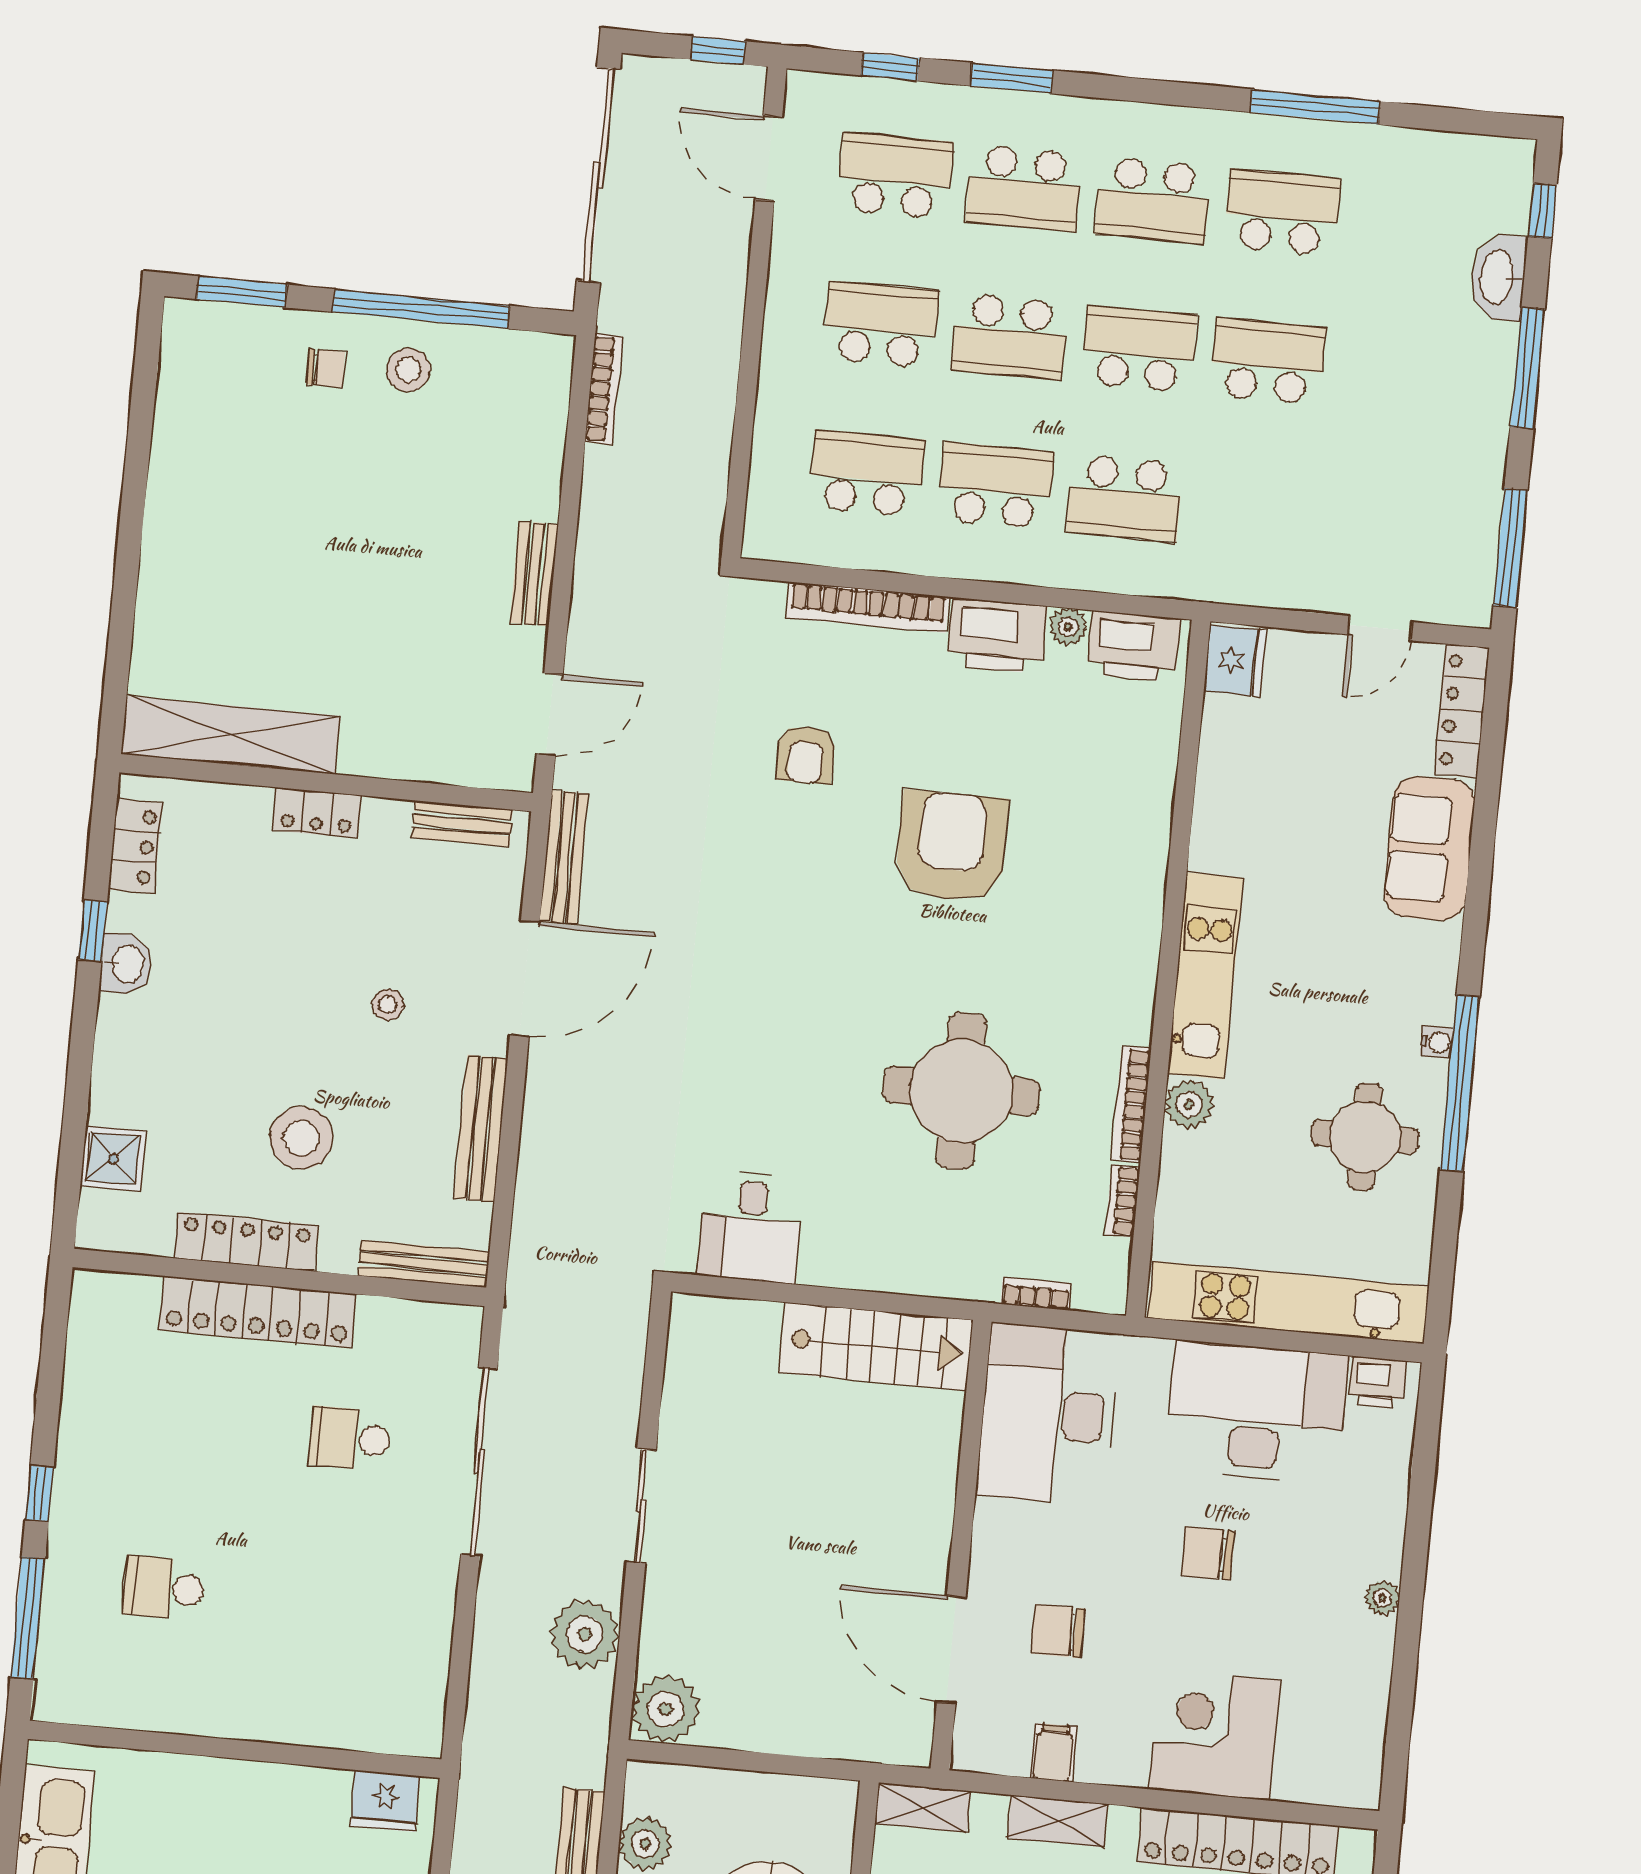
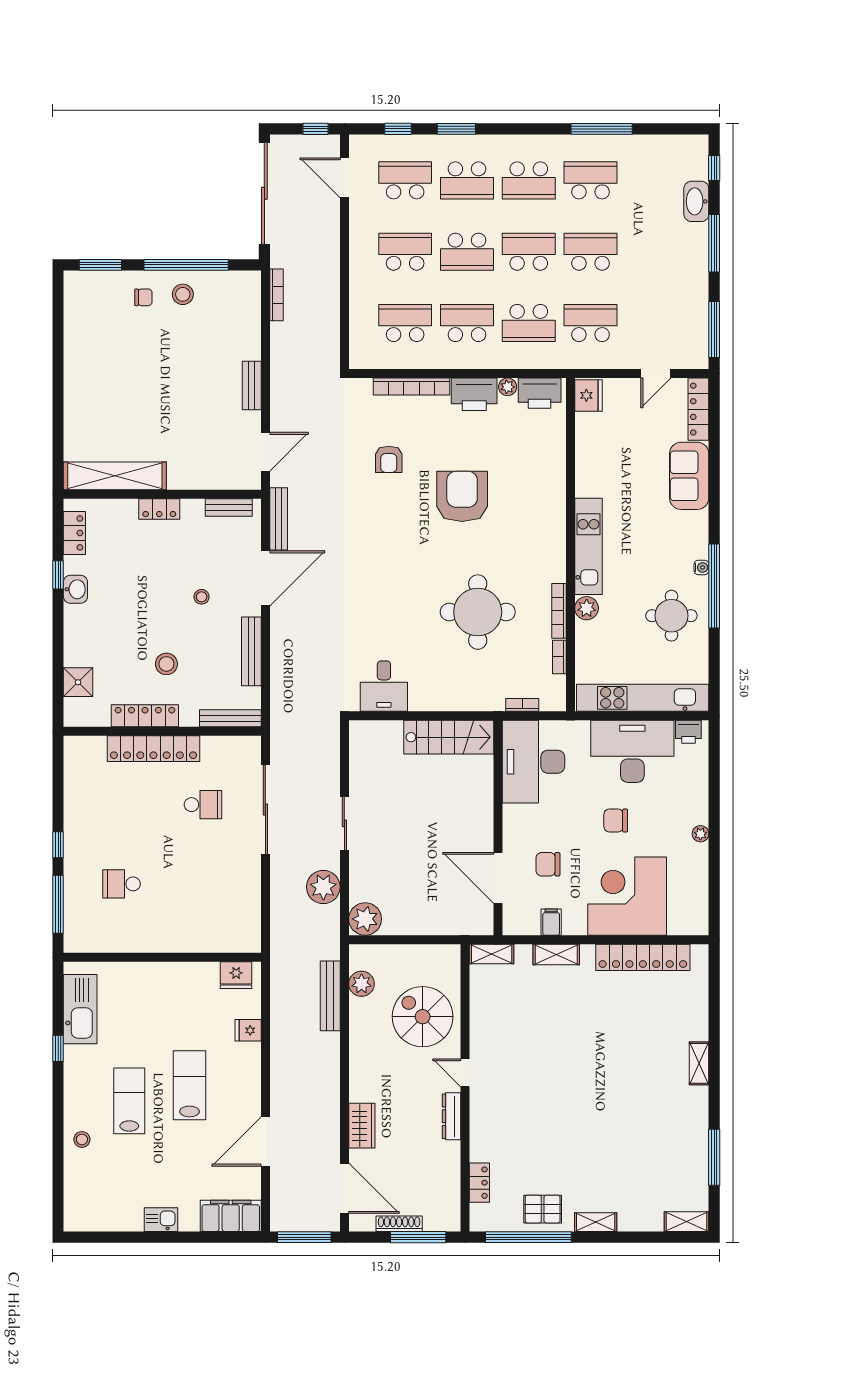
school desk: (1254, 510) -> (591, 323), added
stool: (301, 1138) -> (166, 664), width x0.73, depth x0.73
school desk: (350, 1439) -> (203, 805), turned 180
corner desk: (1215, 1735) -> (627, 896), width x1.36, depth x1.36

